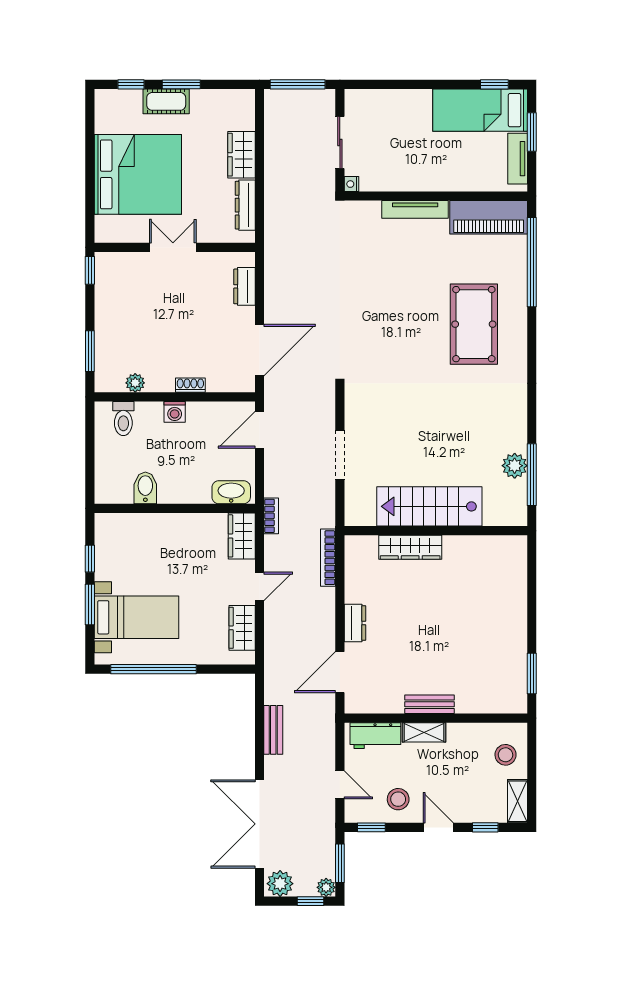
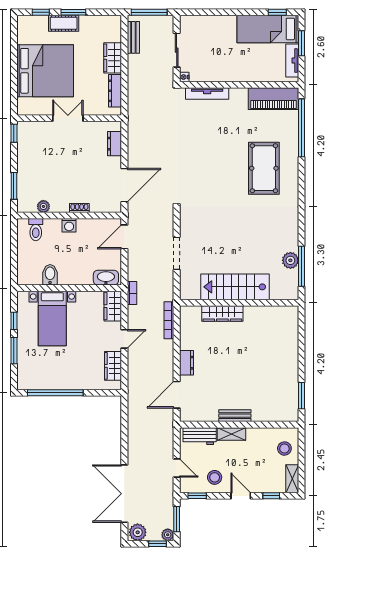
tv unit: (415, 209) -> (207, 94), moved
bed with nightstands: (136, 617) -> (52, 318), moved, turned 90
bench: (273, 730) -> (133, 37), moved

